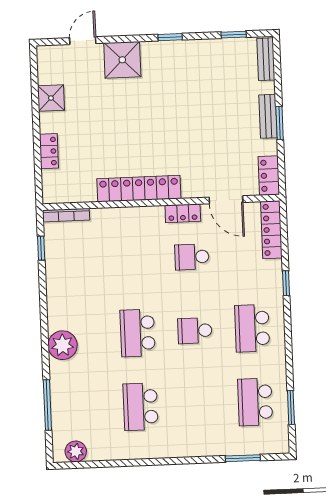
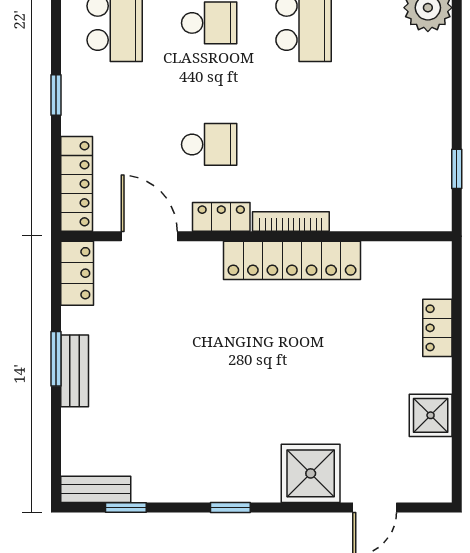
bench: (266, 59) -> (96, 489), moved, turned 90
bookcase: (66, 215) -> (291, 222), moved

